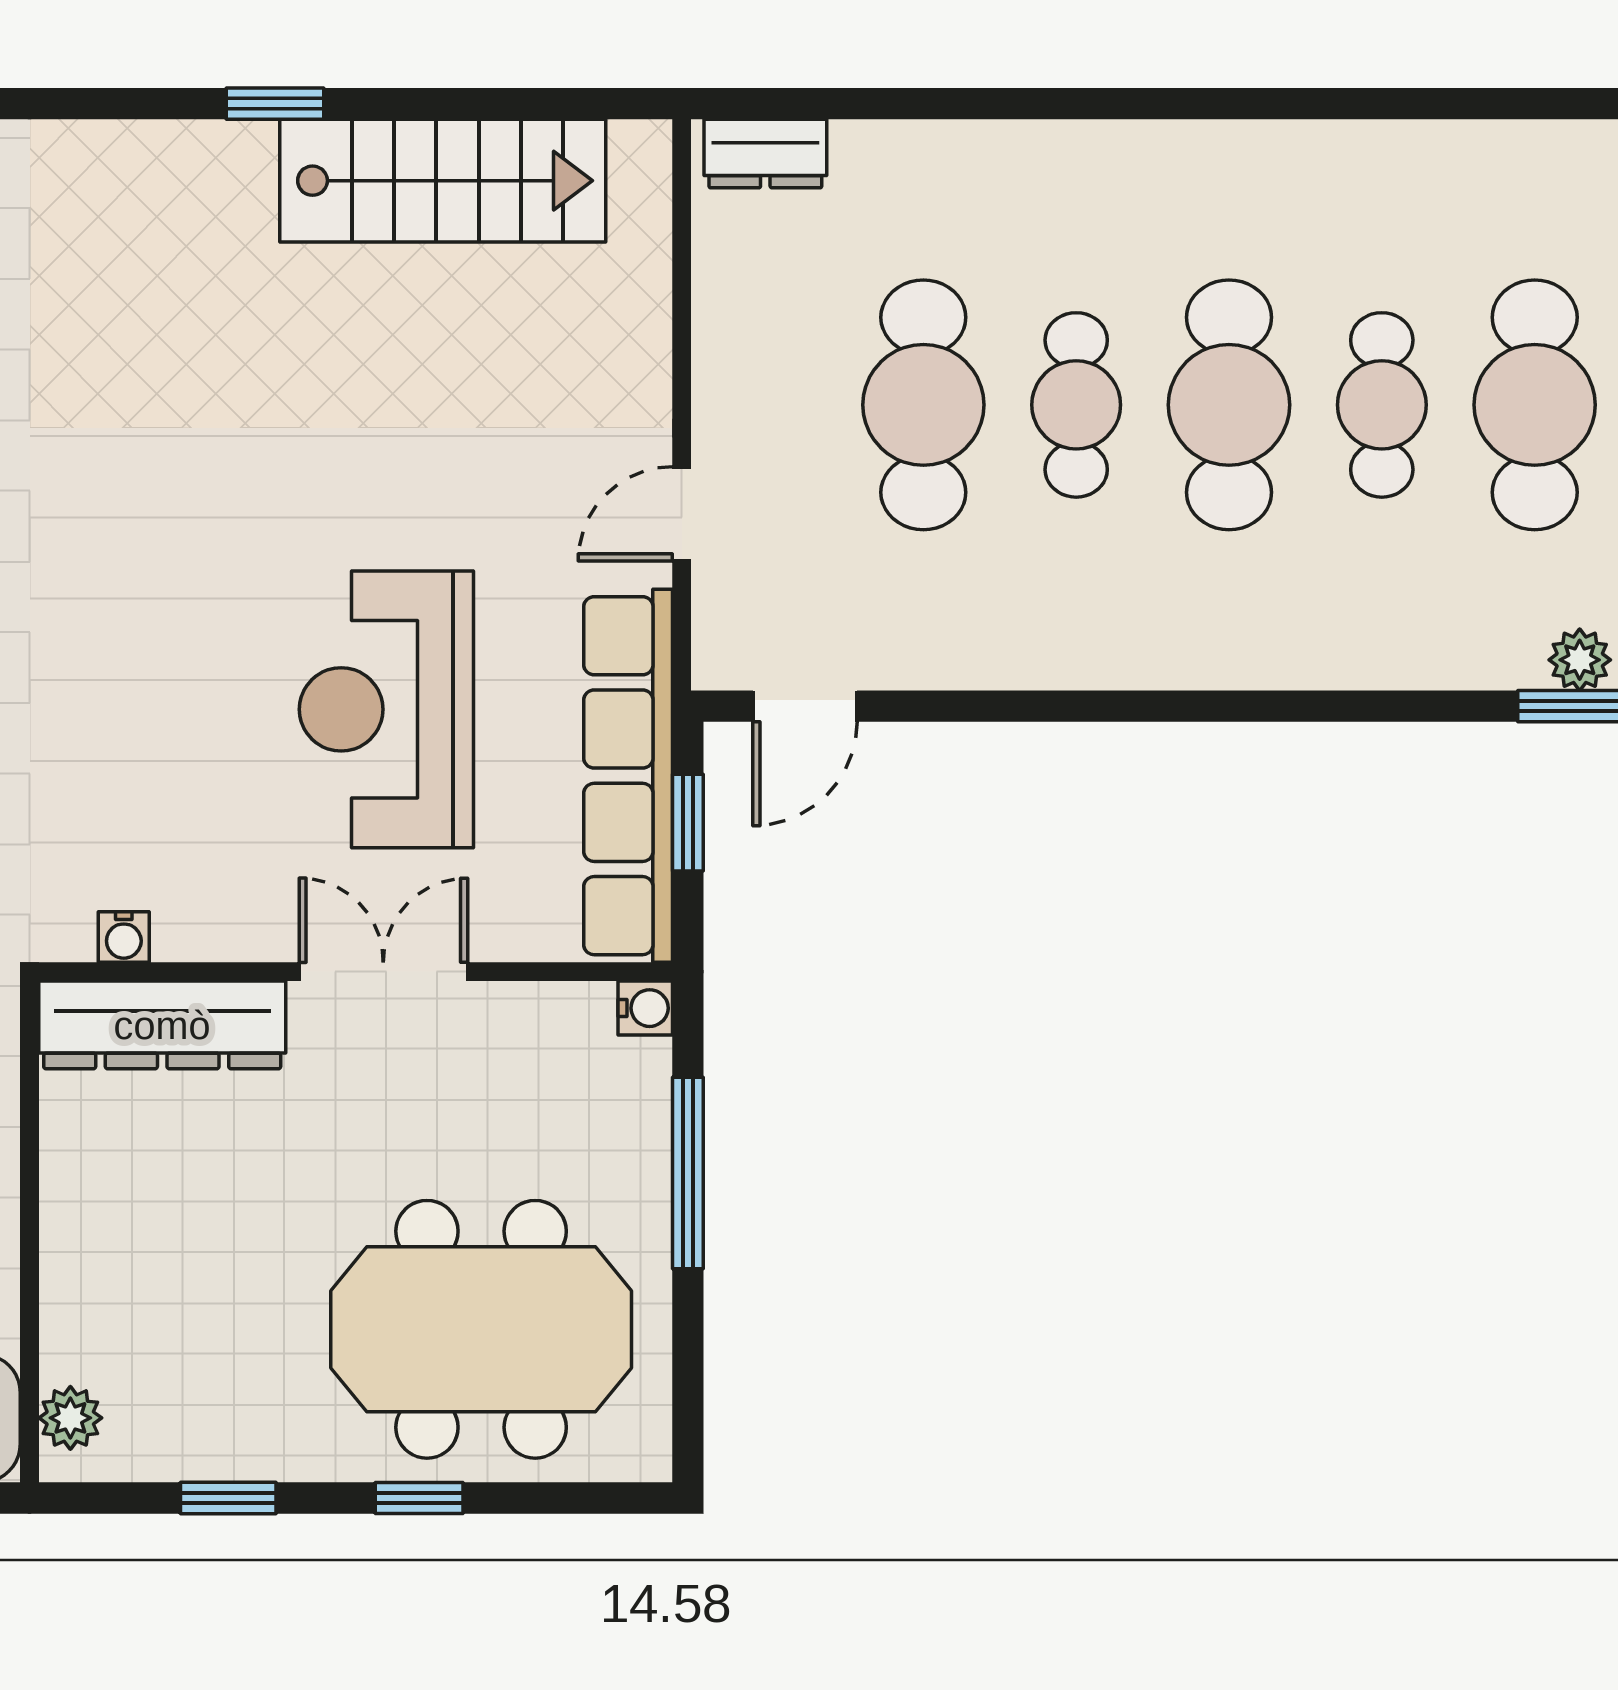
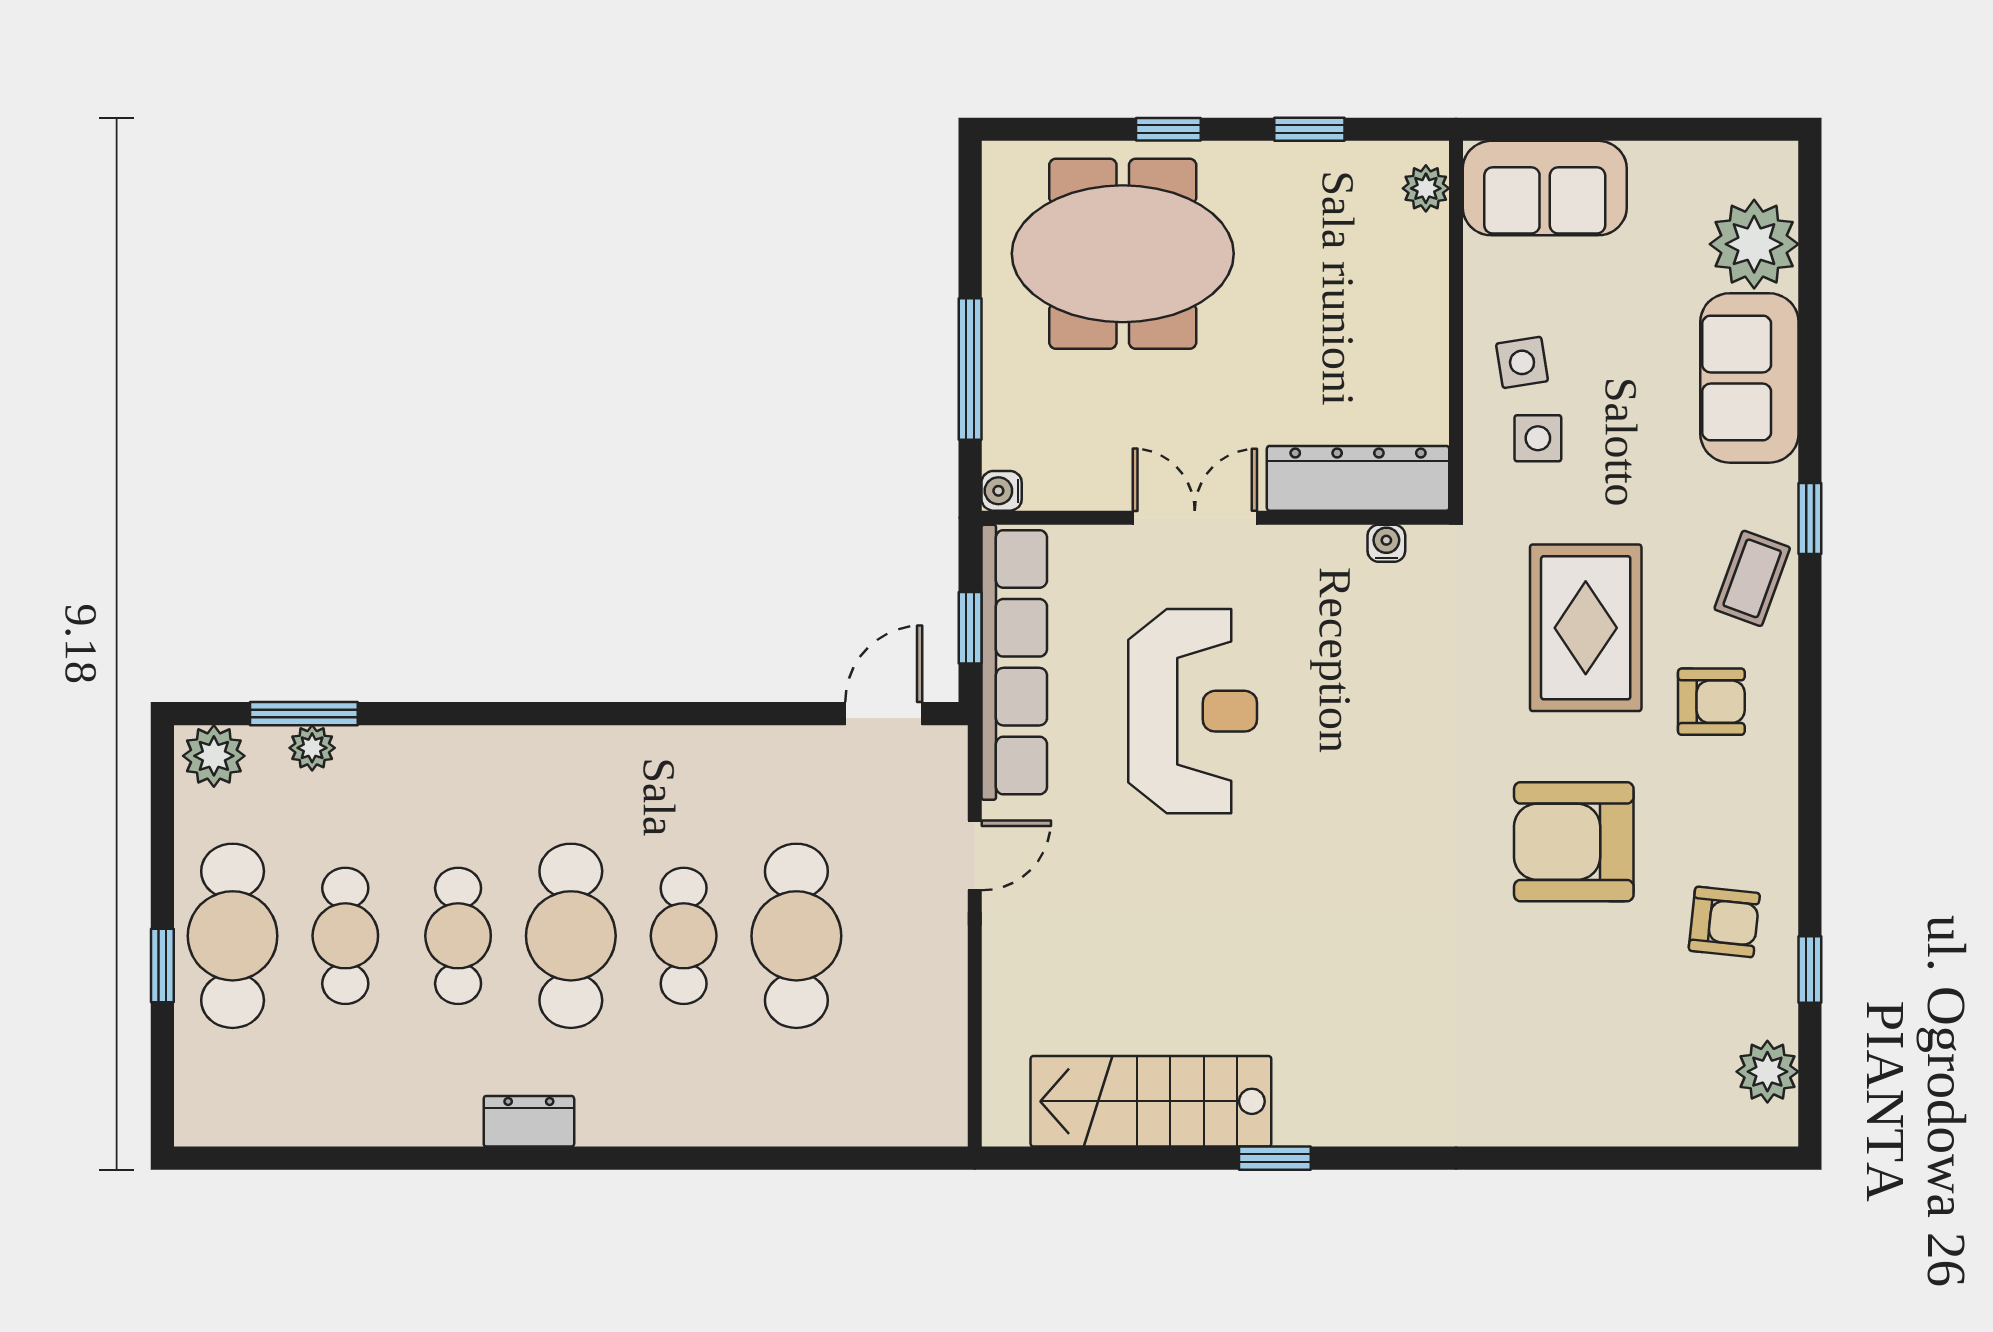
dresser: (765, 154) -> (529, 1121), moved
cafe table: (1535, 405) -> (345, 936), width x0.73, depth x0.74
double door: (383, 972) -> (1195, 518), swing flipped

